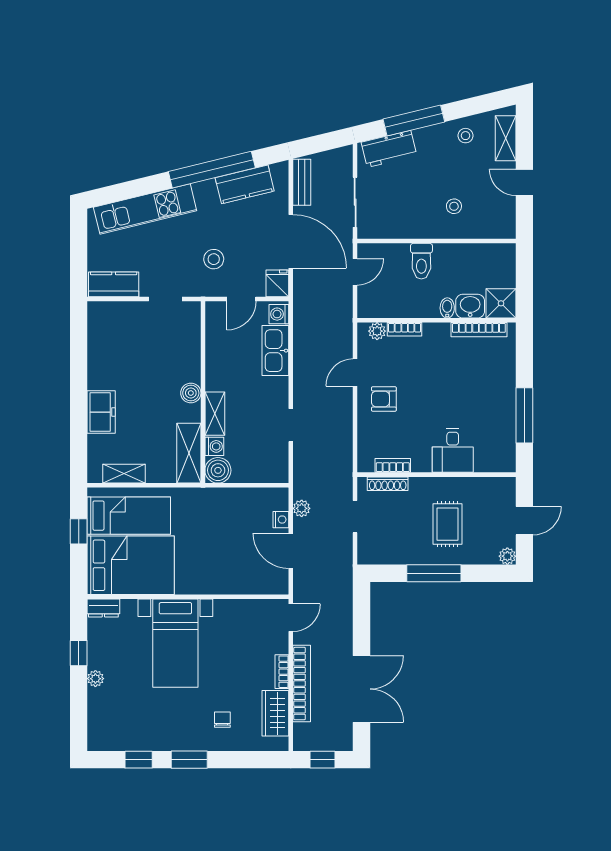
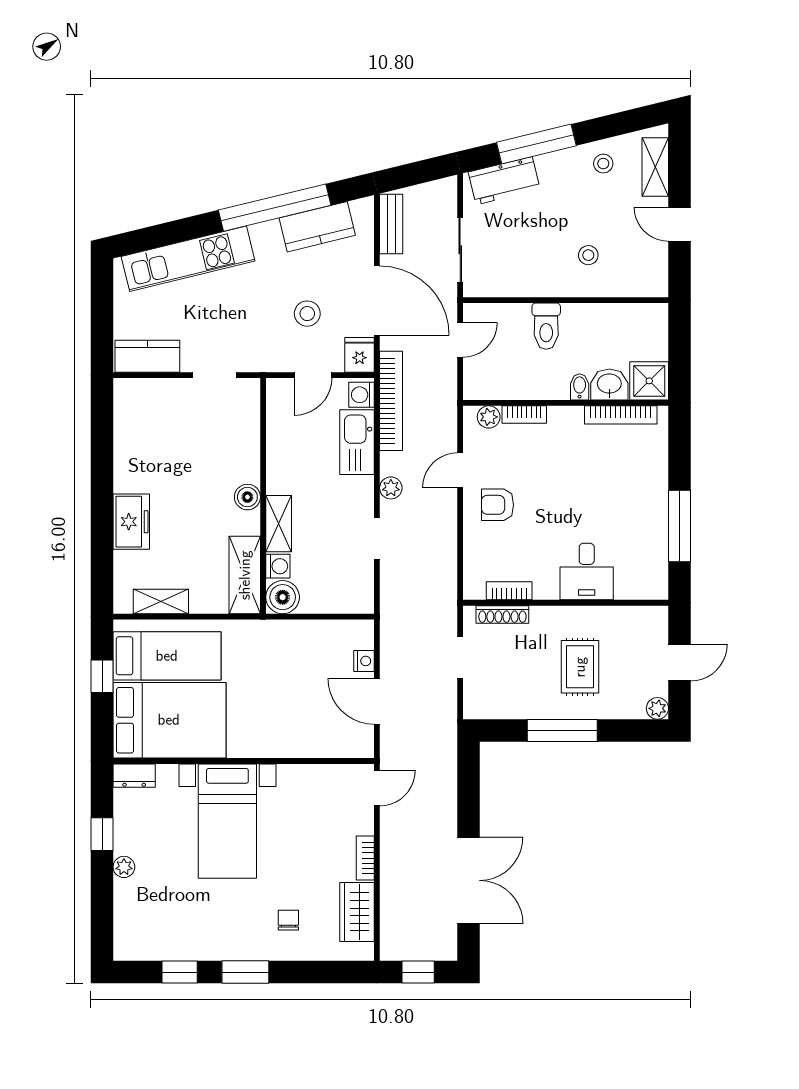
stool: (214, 259) -> (307, 314), moved
plant: (302, 508) -> (391, 488), moved
bookcase: (302, 684) -> (391, 401), moved

